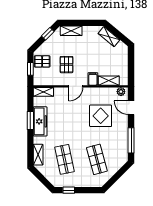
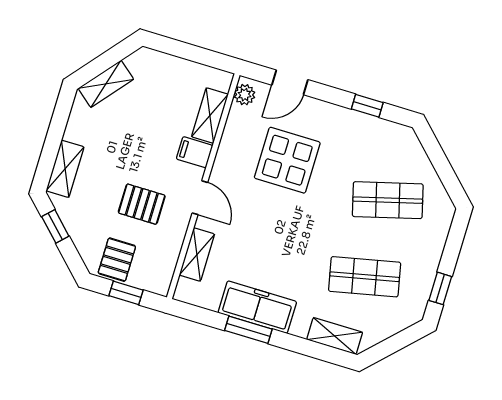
shelving: (43, 92) -> (197, 255), moved
window: (131, 140) -> (367, 106), width x0.46

